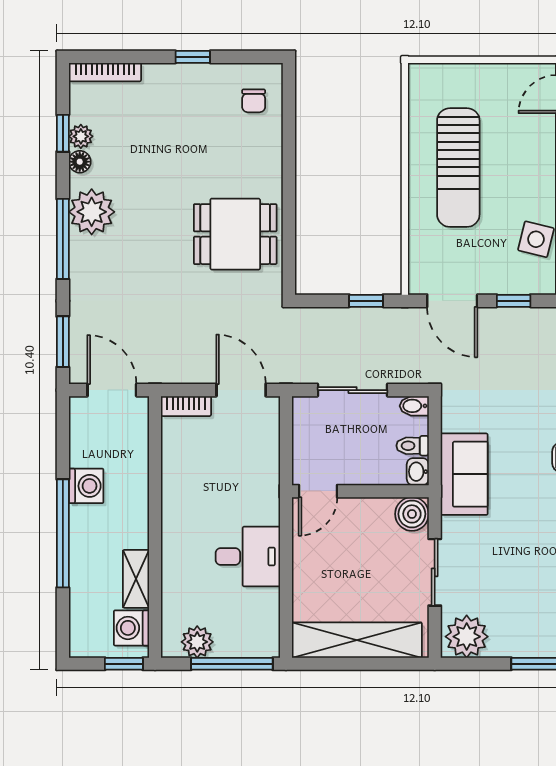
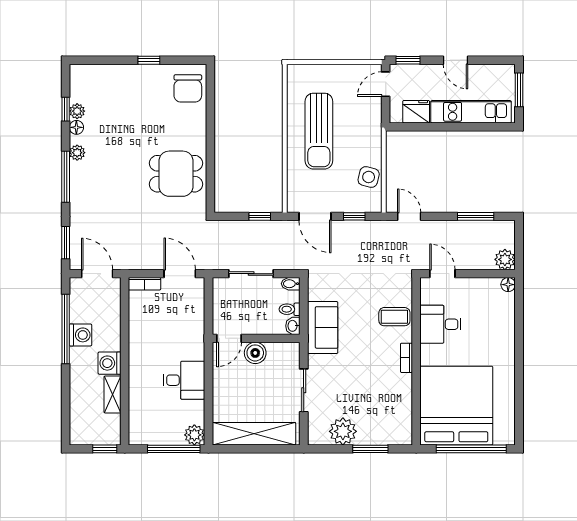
bookcase: (105, 72) -> (93, 70), removed
chair: (254, 101) -> (188, 88), width x1.87, depth x1.87
plant: (92, 212) -> (77, 153), width x0.53, depth x0.53
boiler: (412, 514) -> (255, 353), moved
window: (63, 533) -> (66, 329), moved
washing machine: (131, 628) -> (110, 363), moved
plant: (467, 637) -> (343, 431), moved
plant: (197, 642) -> (194, 435), moved

